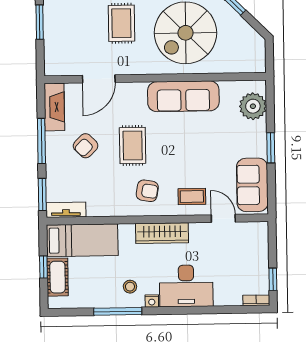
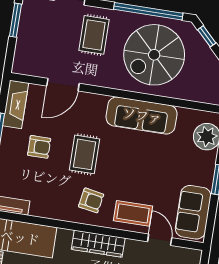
armchair: (86, 146) -> (39, 147), turned -135
coffee table: (192, 196) -> (133, 213), width x1.36, depth x1.30

